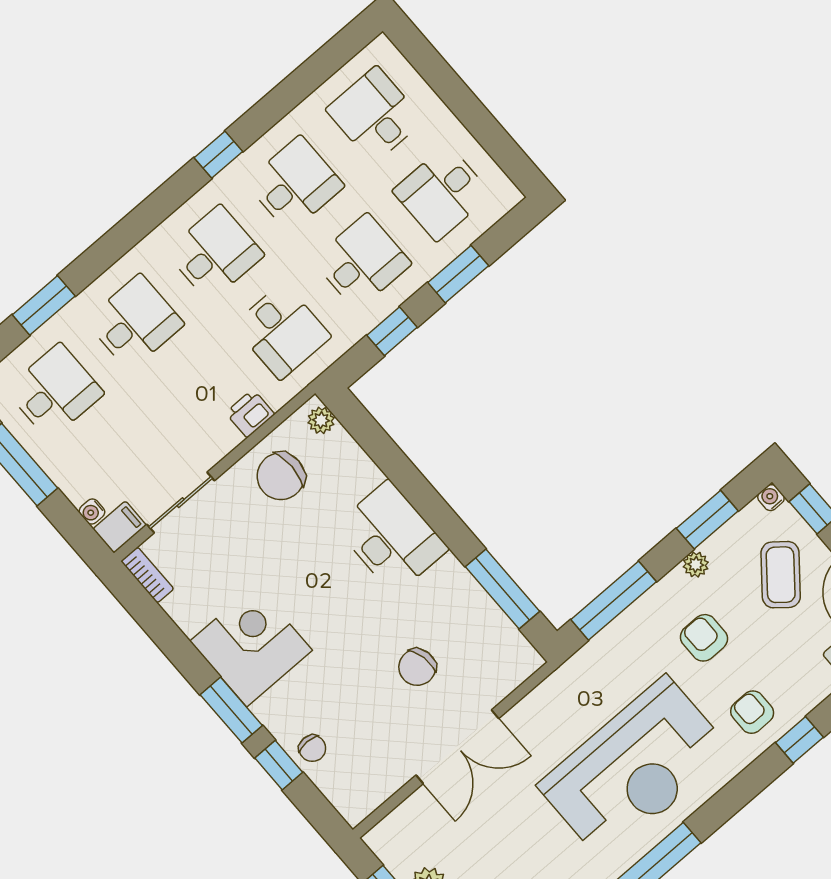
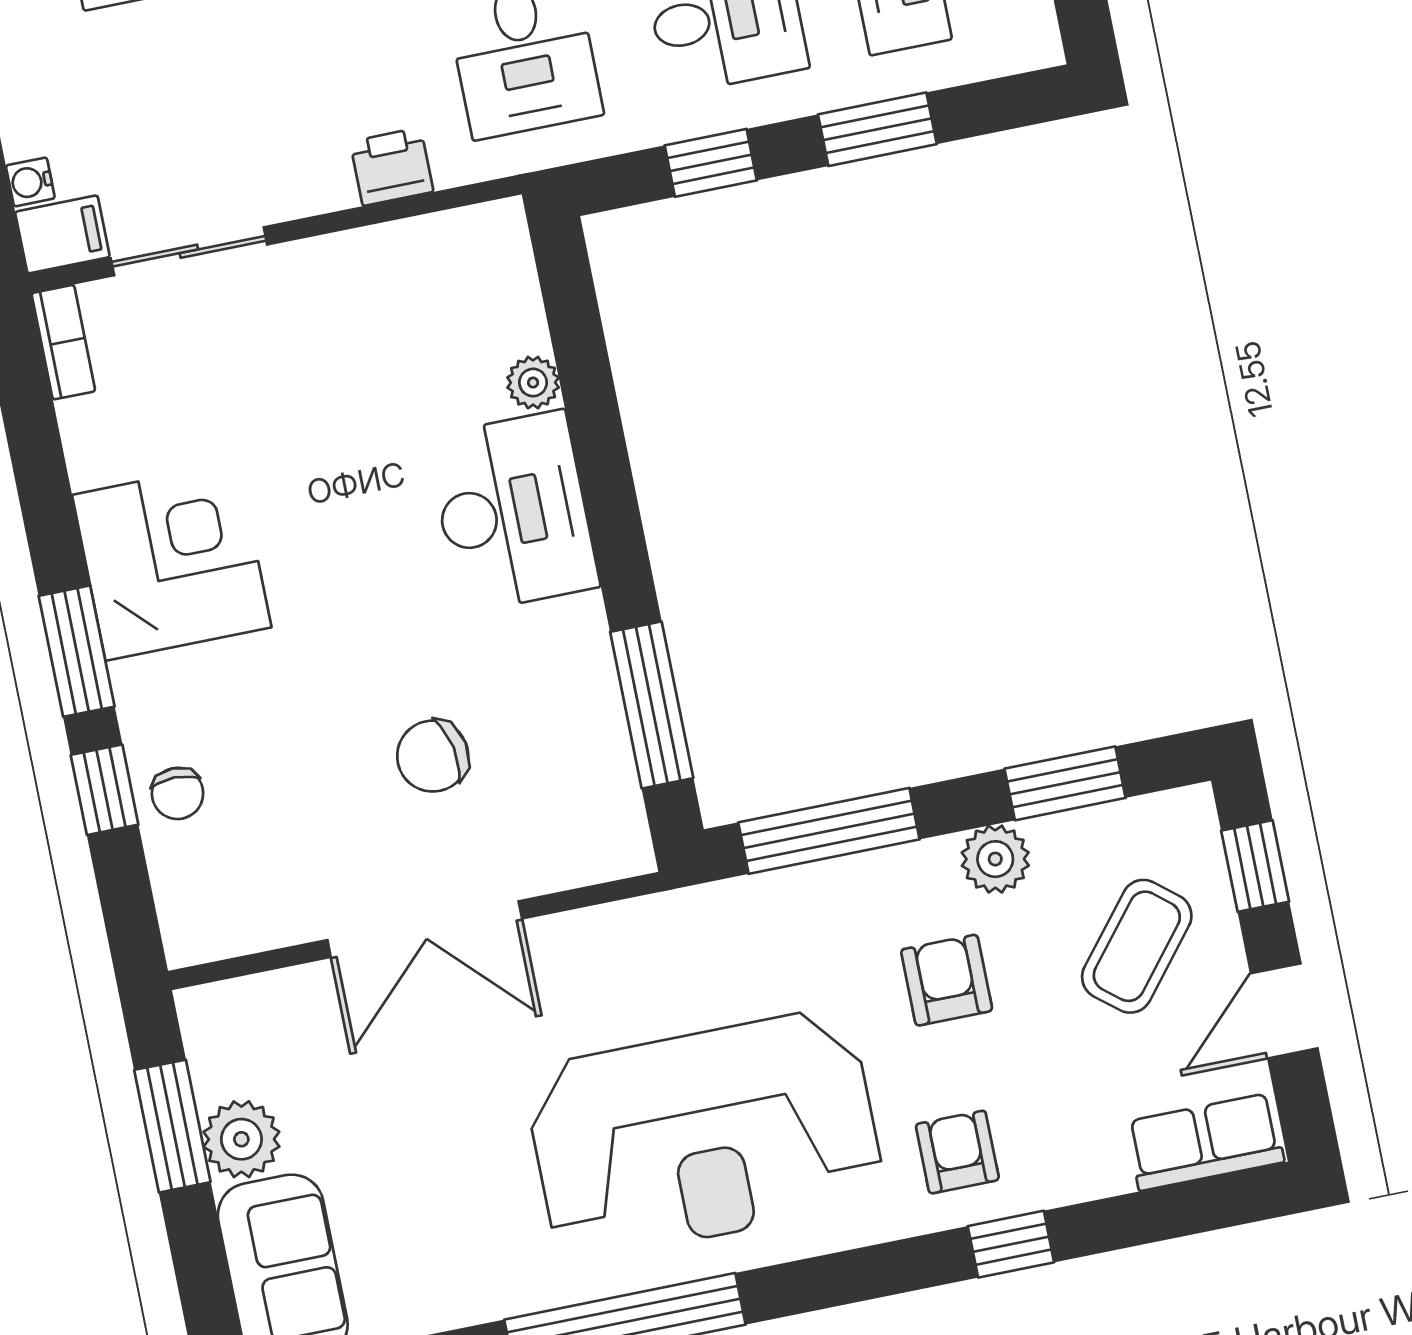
plant: (321, 420) -> (533, 383), moved
chair: (281, 476) -> (384, 302), removed
water cooler: (771, 498) -> (1194, 806), removed
plant: (696, 565) -> (995, 859), width x1.38, depth x1.38

